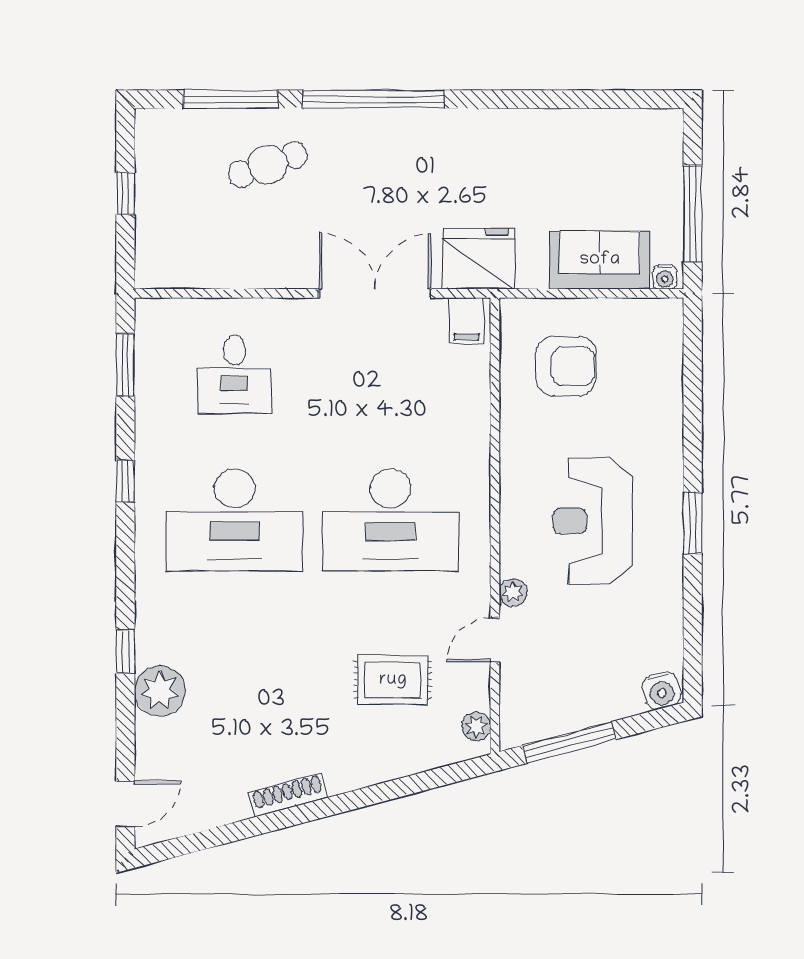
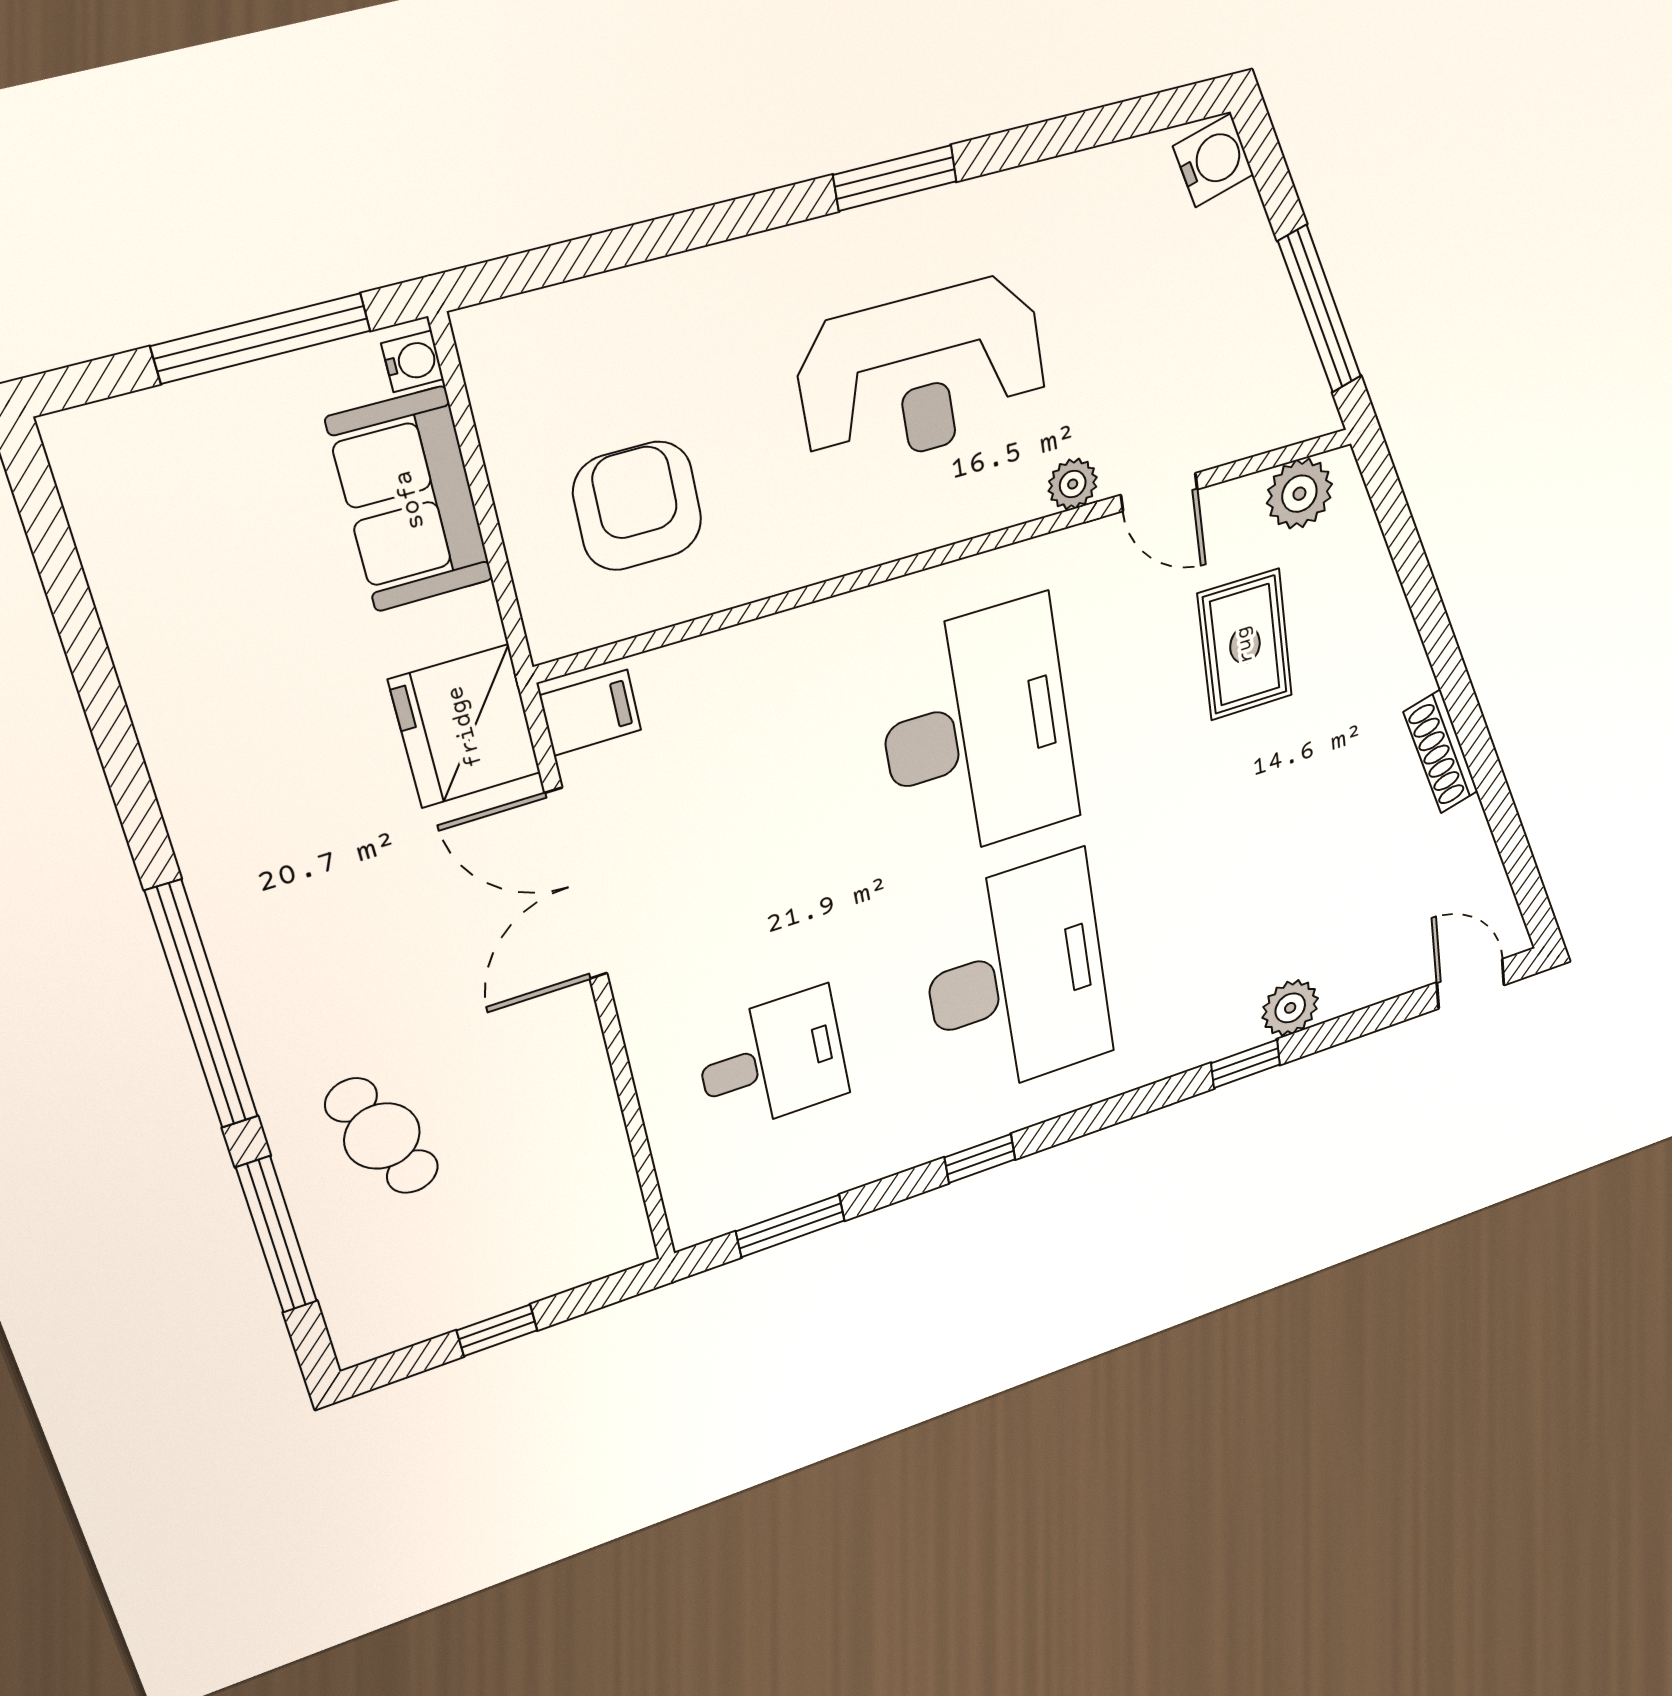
plant: (160, 691) -> (1290, 1008), width x0.73, depth x0.73
plant: (476, 726) -> (1299, 494), width x1.38, depth x1.38

